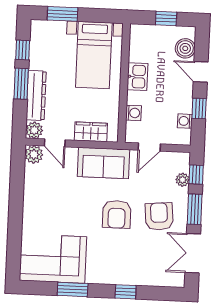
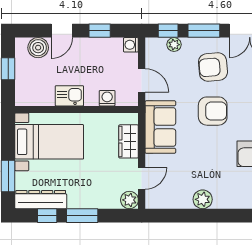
dresser: (36, 95) -> (41, 200), moved
washing machine: (185, 121) -> (131, 45), moved, turned 90
plant: (34, 154) -> (203, 199), moved

